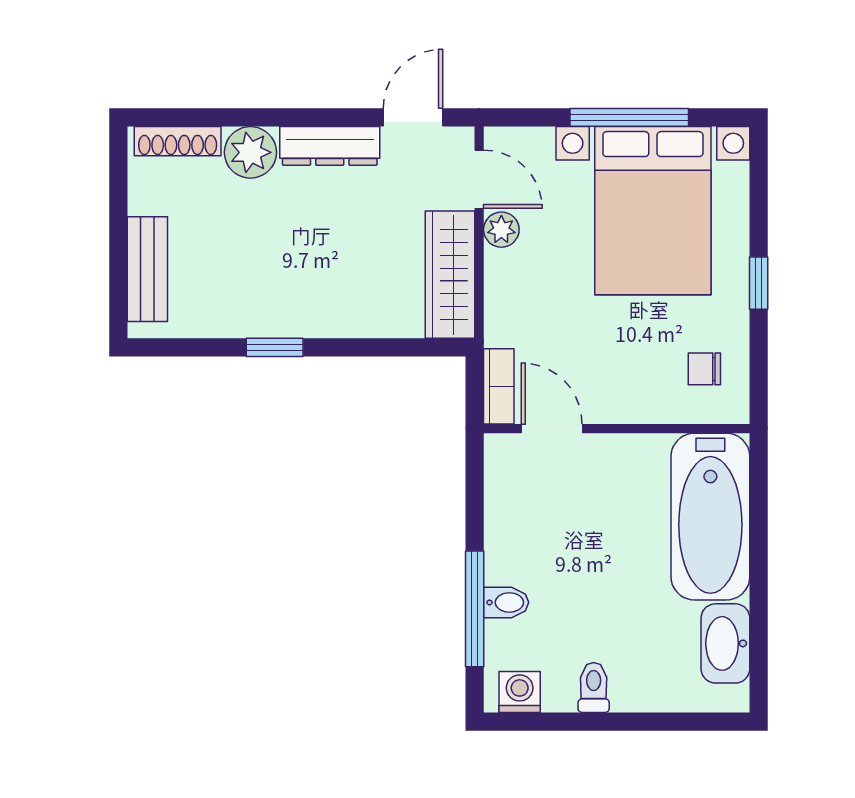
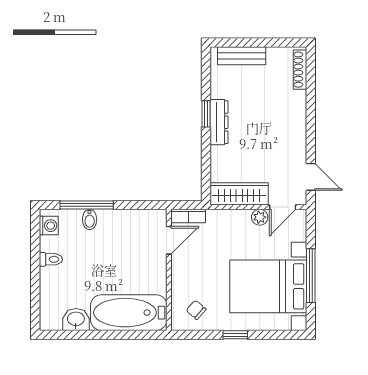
dresser: (330, 146) -> (219, 122), moved, turned 180
plant: (250, 152) -> (295, 103), removed
chair: (704, 369) -> (196, 310), turned -49
washbasin: (725, 643) -> (76, 319), width x0.72

